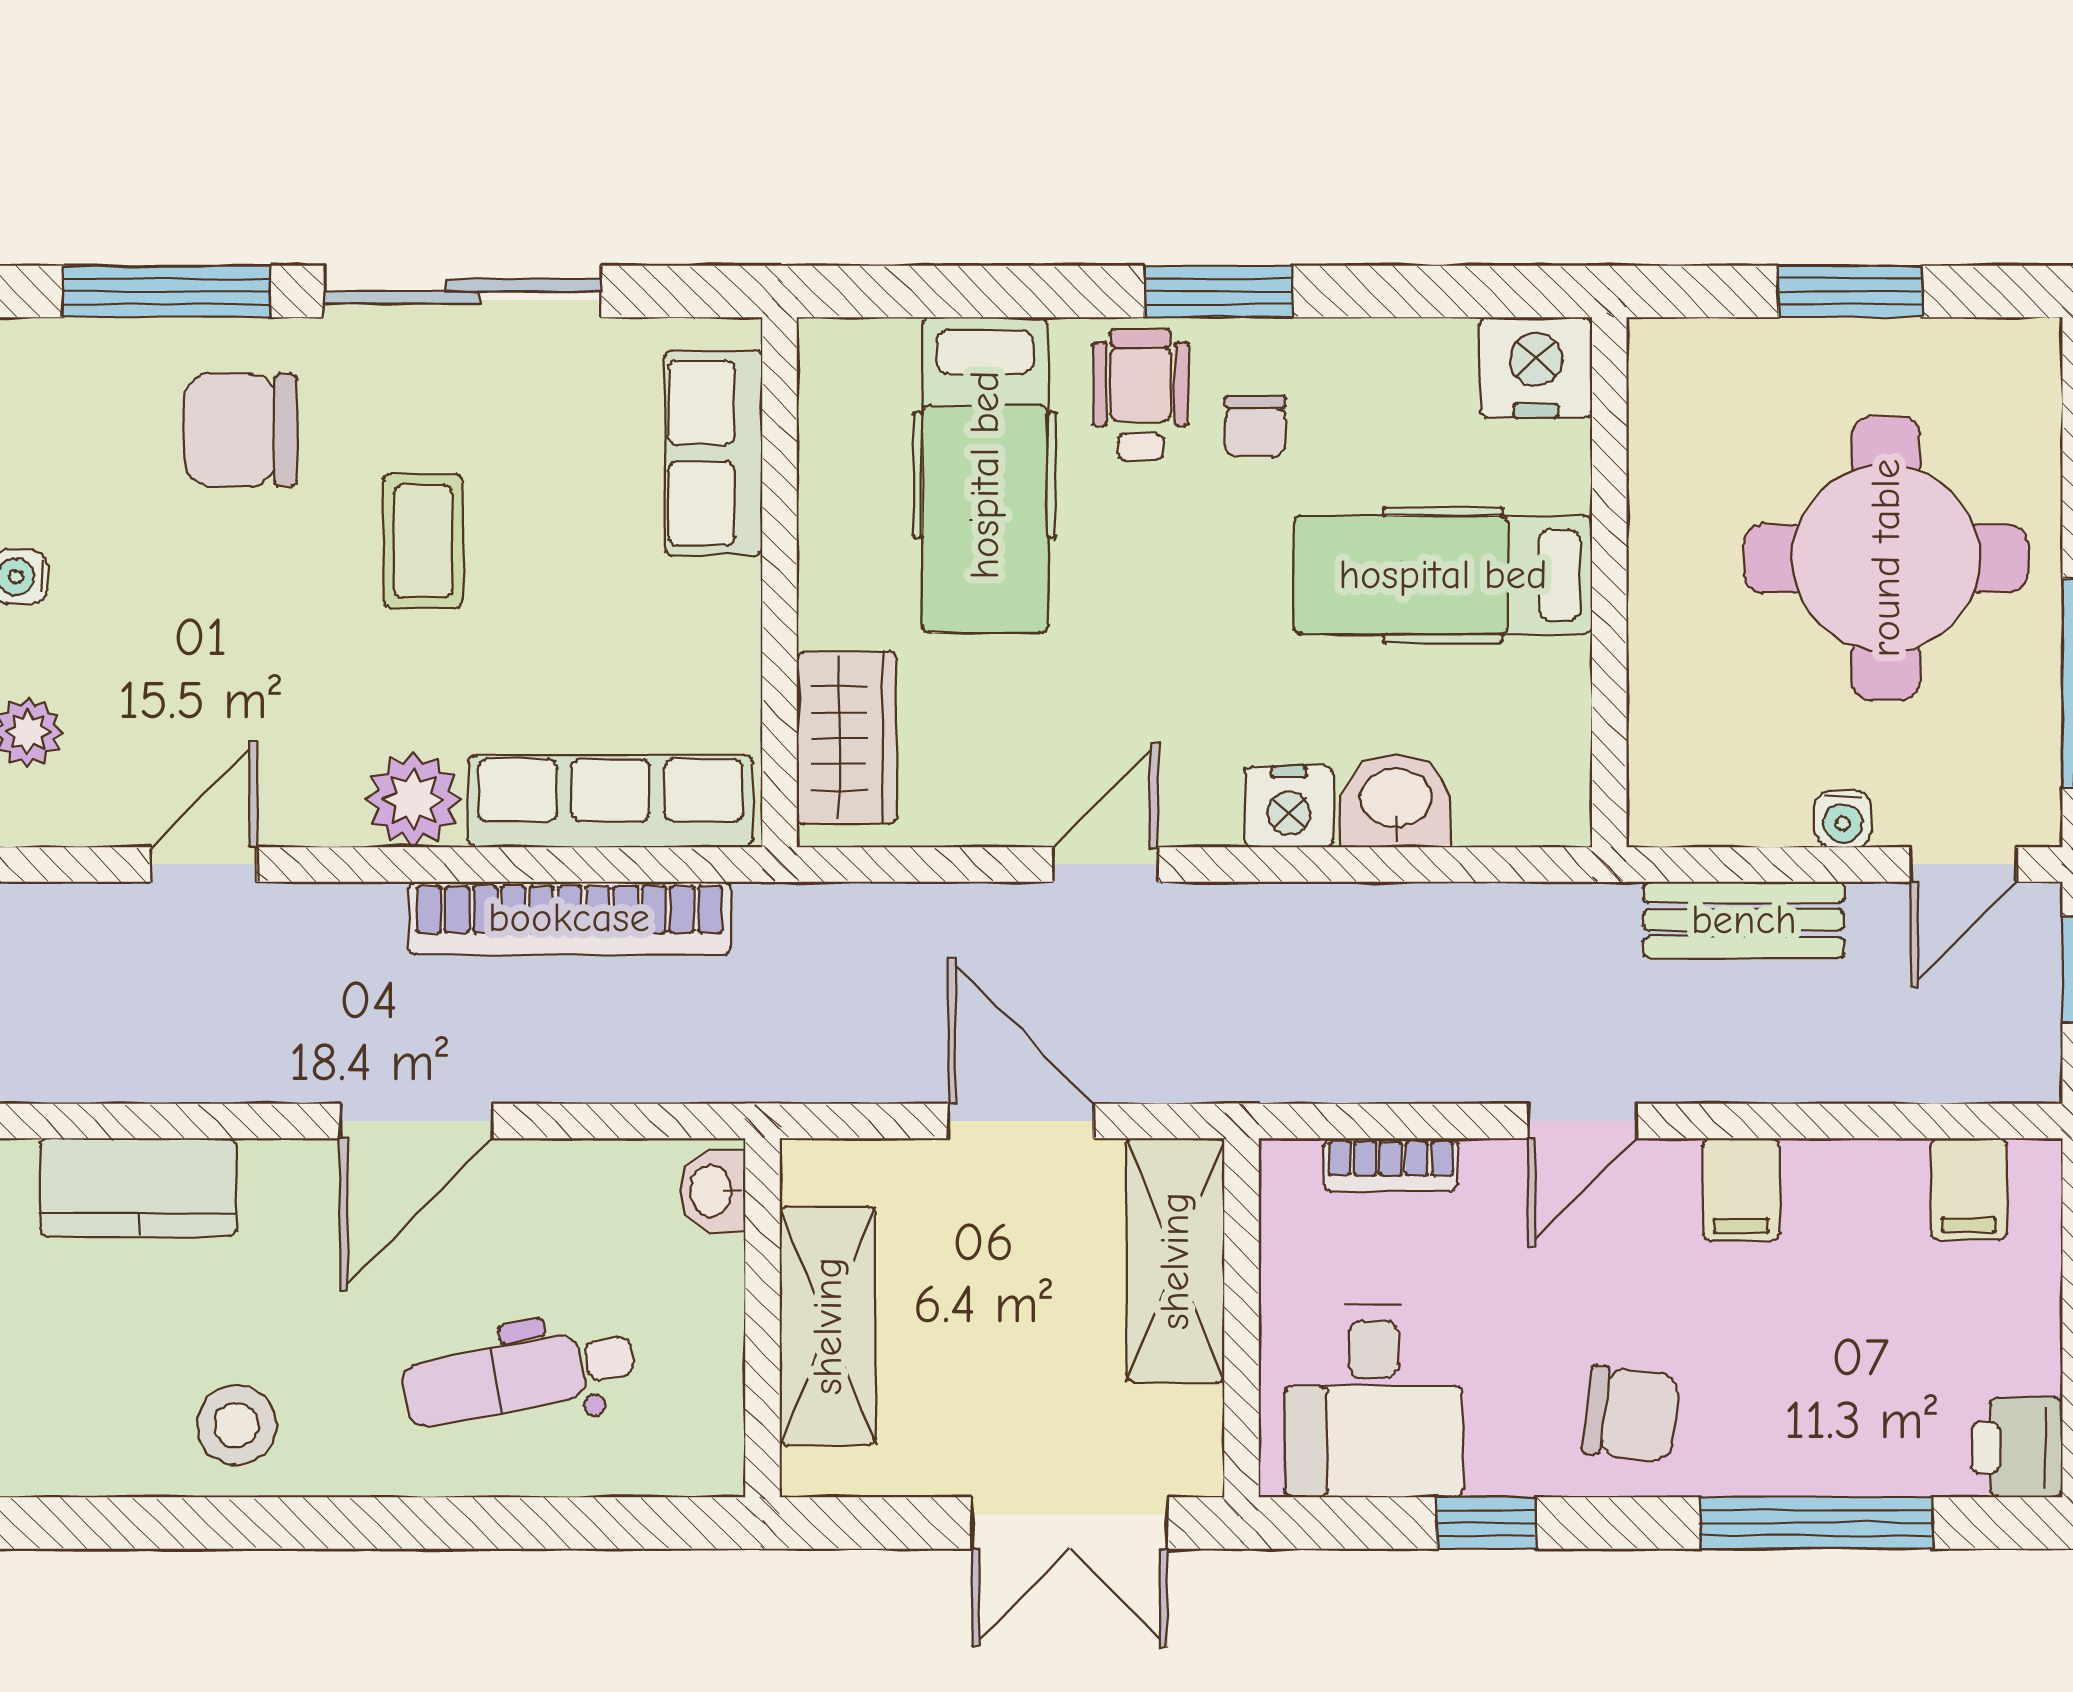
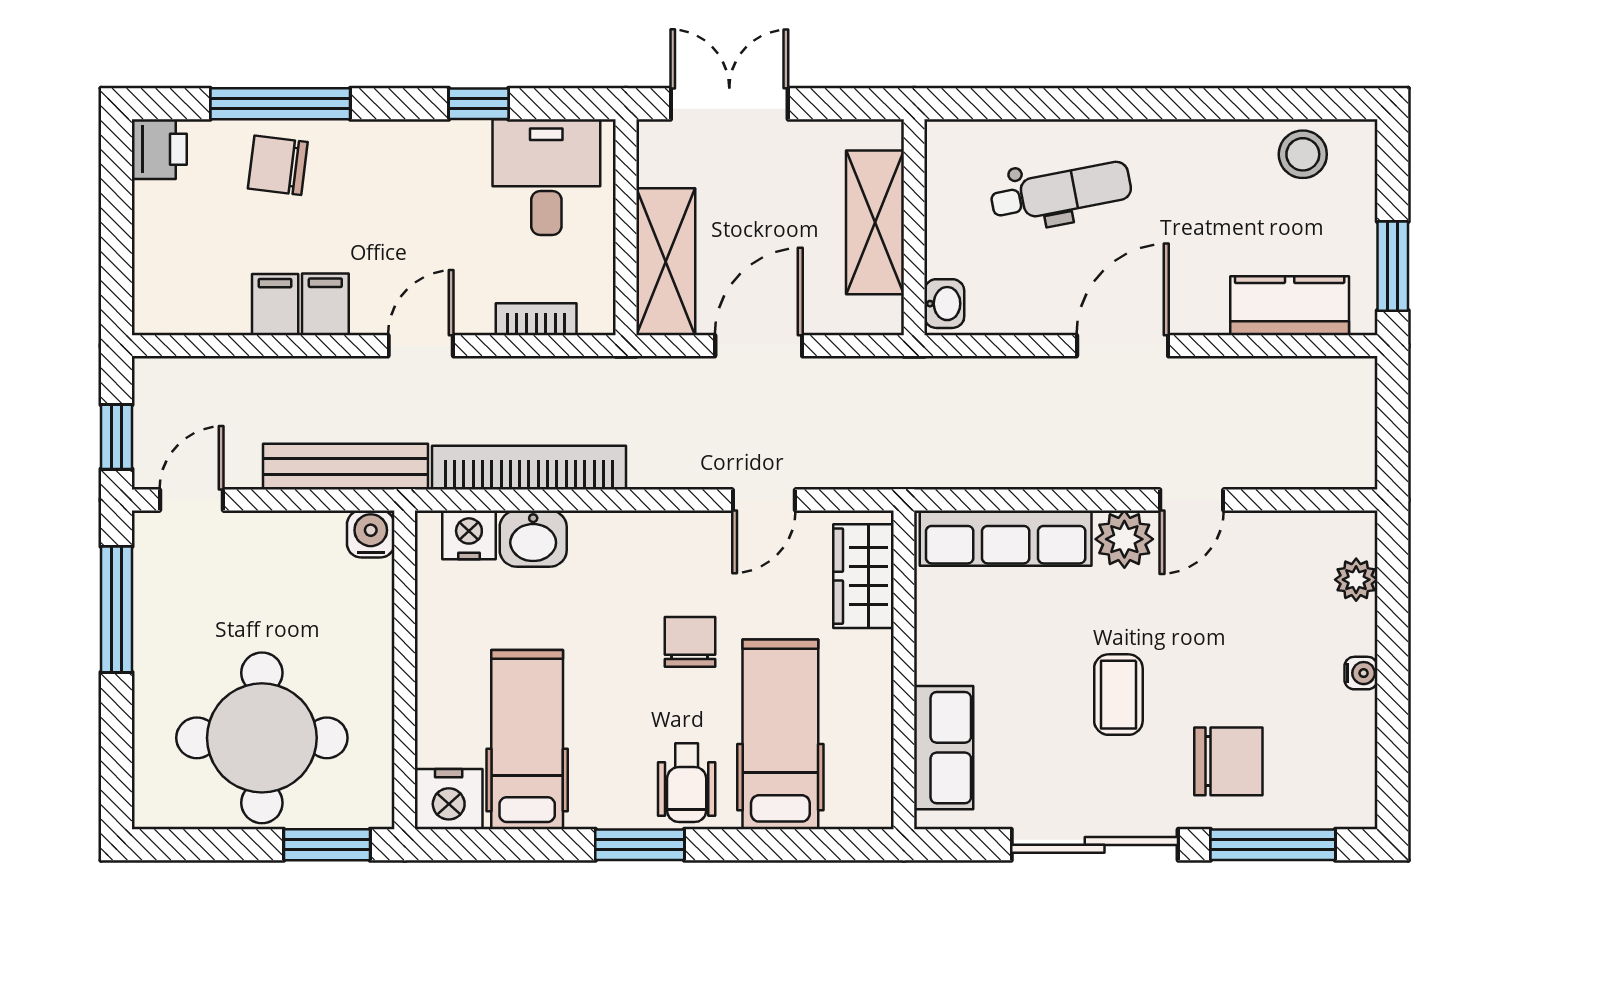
window: (1850, 291) -> (327, 845), moved
chair: (1255, 426) -> (690, 642), moved, width x1.37, depth x1.37
round table: (1886, 558) -> (262, 738), moved
hospital bed: (1443, 575) -> (527, 740), moved, turned -90
nightstand: (1289, 807) -> (469, 535), moved
water cooler: (1843, 819) -> (371, 534), moved, width x1.38, depth x1.38
door: (204, 864) -> (1192, 500), moved
door: (1106, 864) -> (764, 500), moved
bookcase: (569, 918) -> (529, 468), moved
bench: (1744, 920) -> (346, 467), width x1.36
door: (1021, 1121) -> (759, 346), swing flipped
filing cabinet: (1969, 1189) -> (275, 305), moved
chair: (1631, 1414) -> (278, 165), moved
stool: (236, 1425) -> (1303, 154), moved

